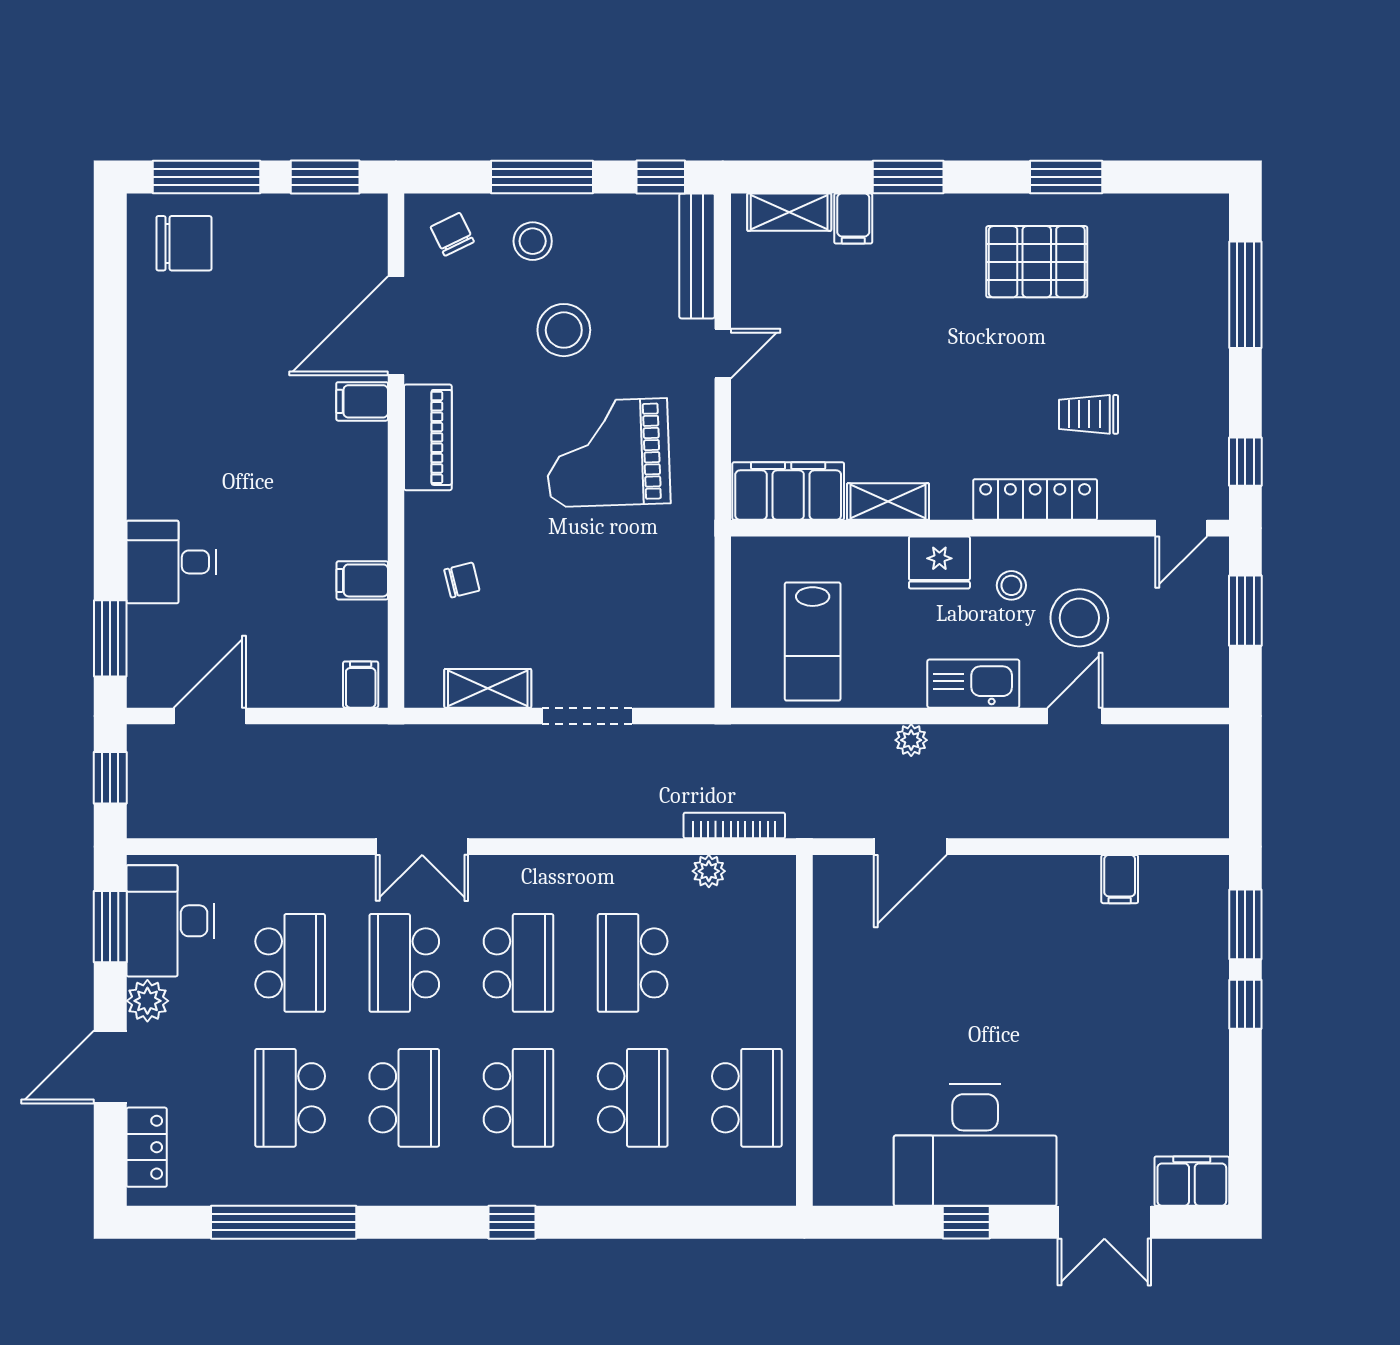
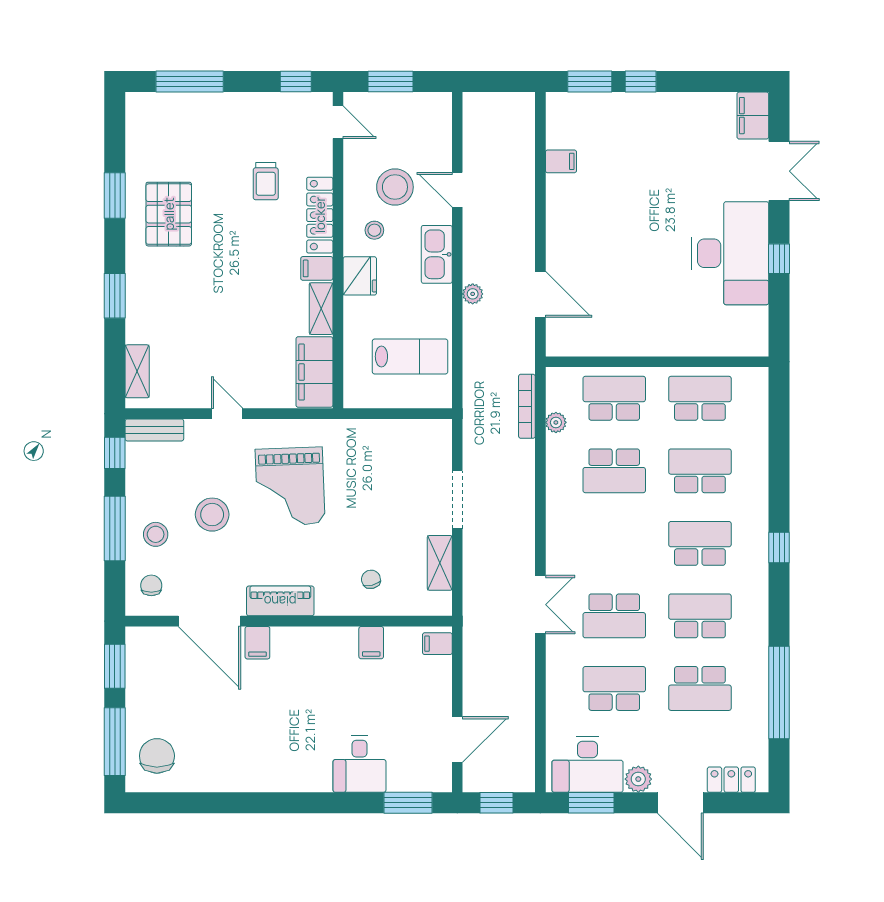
filing cabinet: (853, 218) -> (317, 268), moved, turned 180
chair: (452, 234) -> (151, 585), turned 116
bench: (697, 256) -> (154, 430), width x0.73
door: (210, 716) -> (457, 739), swing flipped
school desk: (518, 963) -> (614, 398), moved

